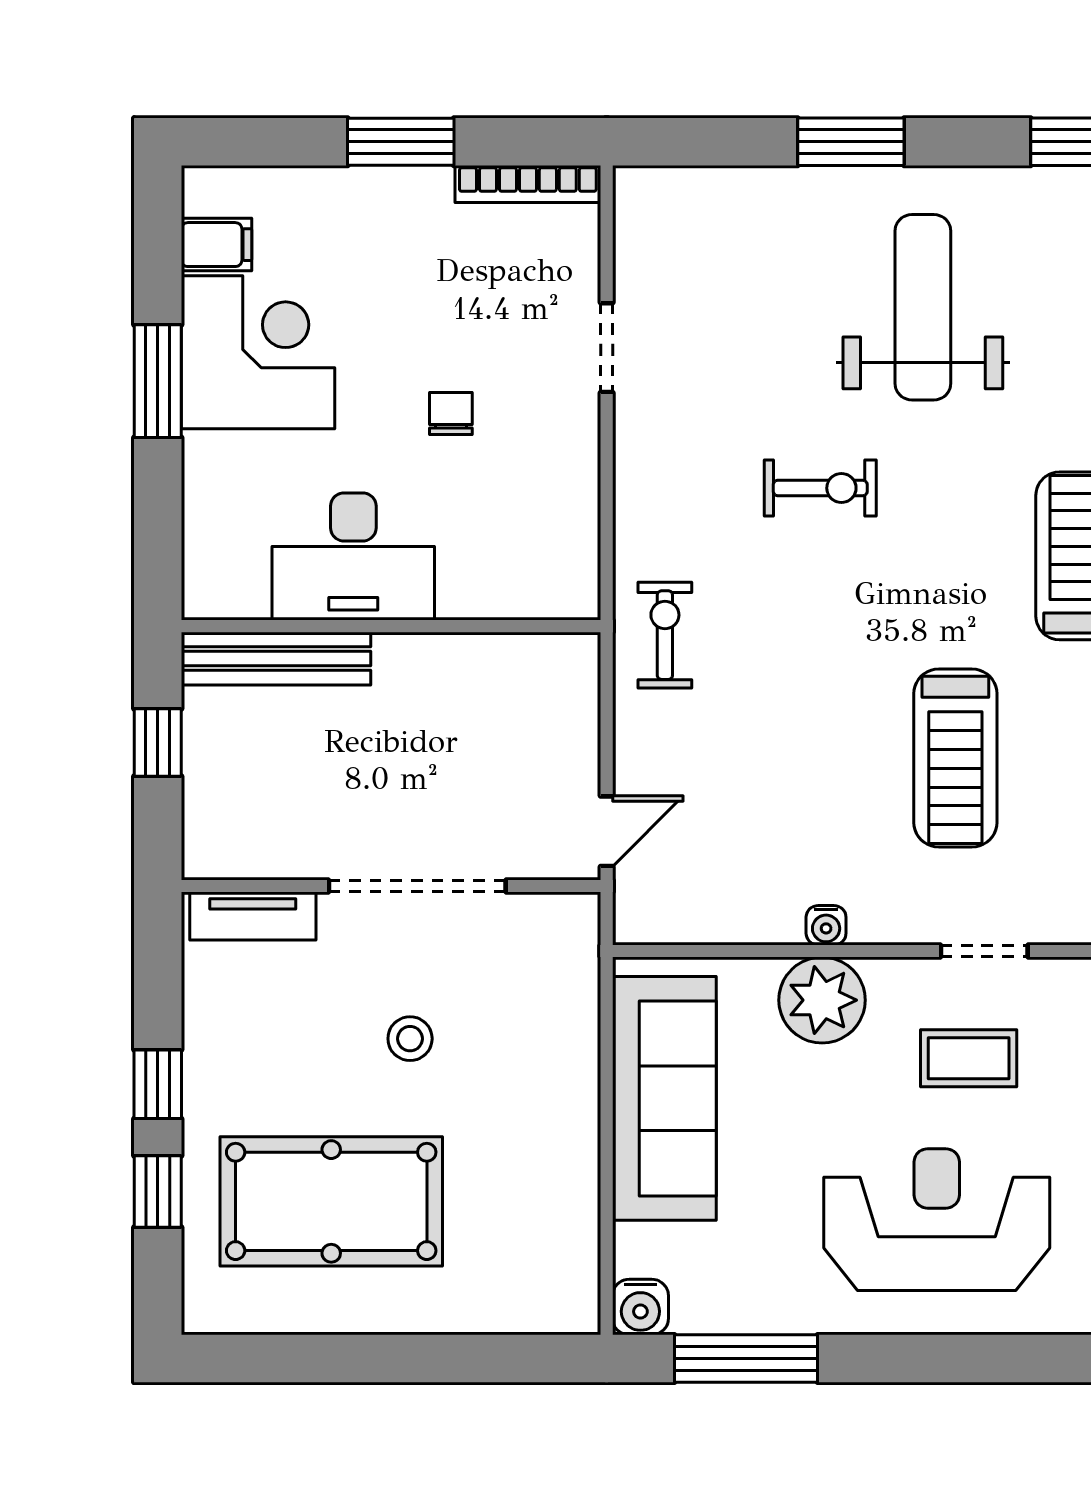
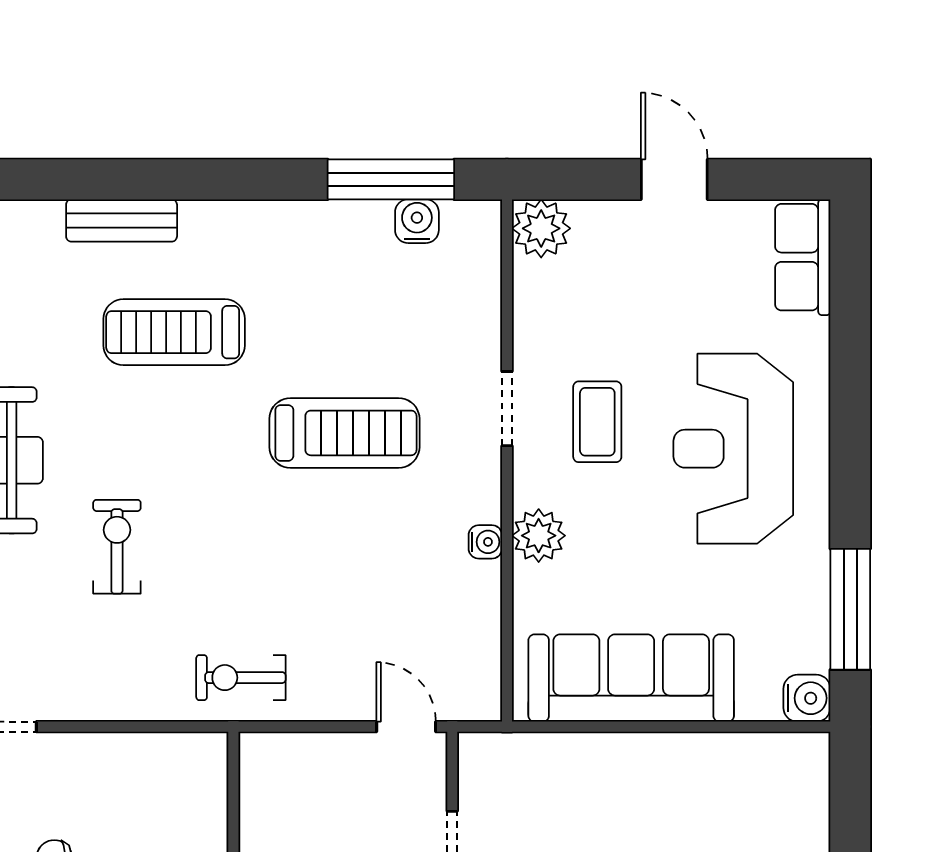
plant: (822, 1000) -> (539, 536), width x0.73, depth x0.73

